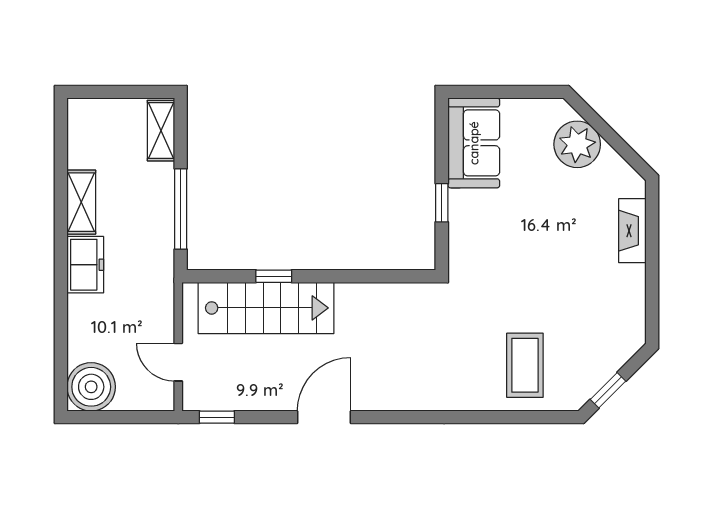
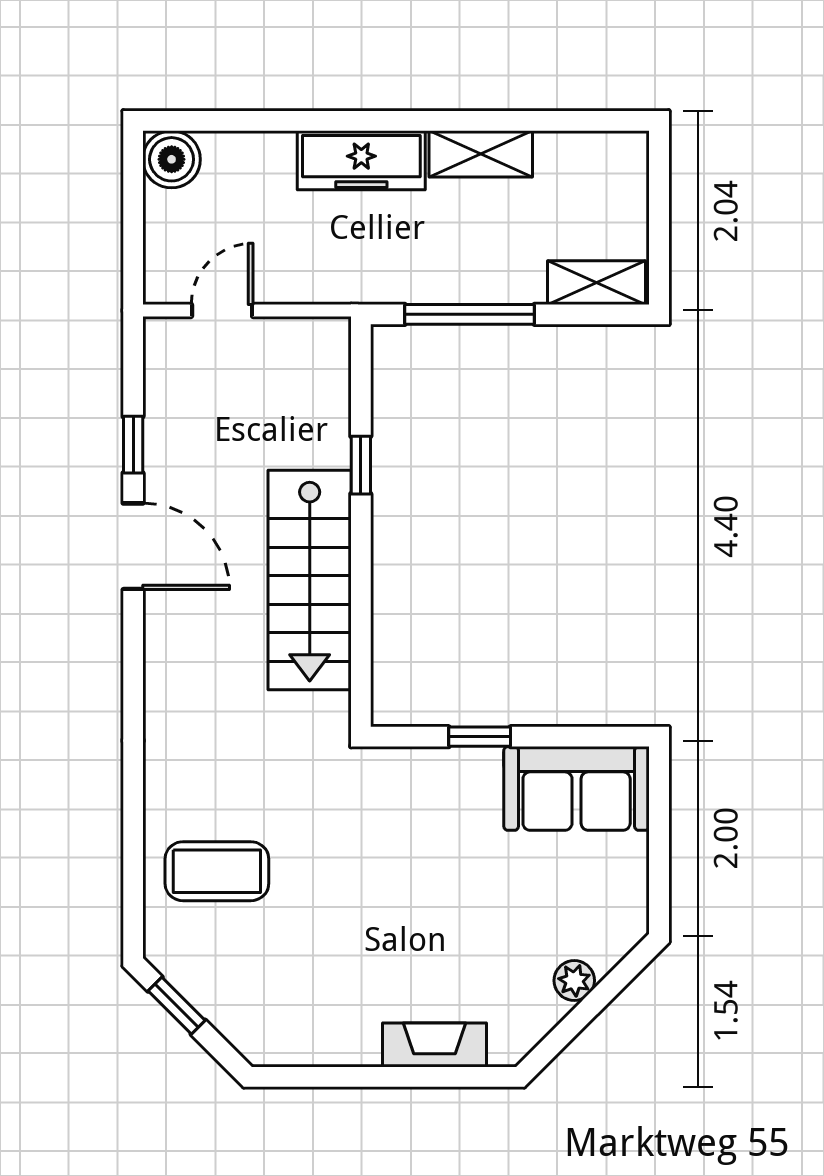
plant: (577, 144) -> (574, 981), width x0.53, depth x0.53
freezer: (85, 265) -> (361, 160), width x1.40
stairs: (266, 308) -> (310, 580), moved
boiler: (91, 387) -> (172, 159), width x0.73, depth x0.73
window: (217, 417) -> (133, 445), moved

